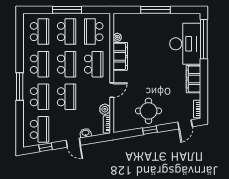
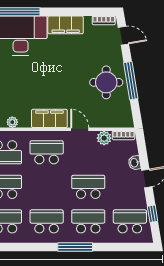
filing cabinet: (120, 56) -> (49, 118), moved
school desk: (67, 64) -> (47, 187), removed
window: (150, 130) -> (131, 81), width x2.17

